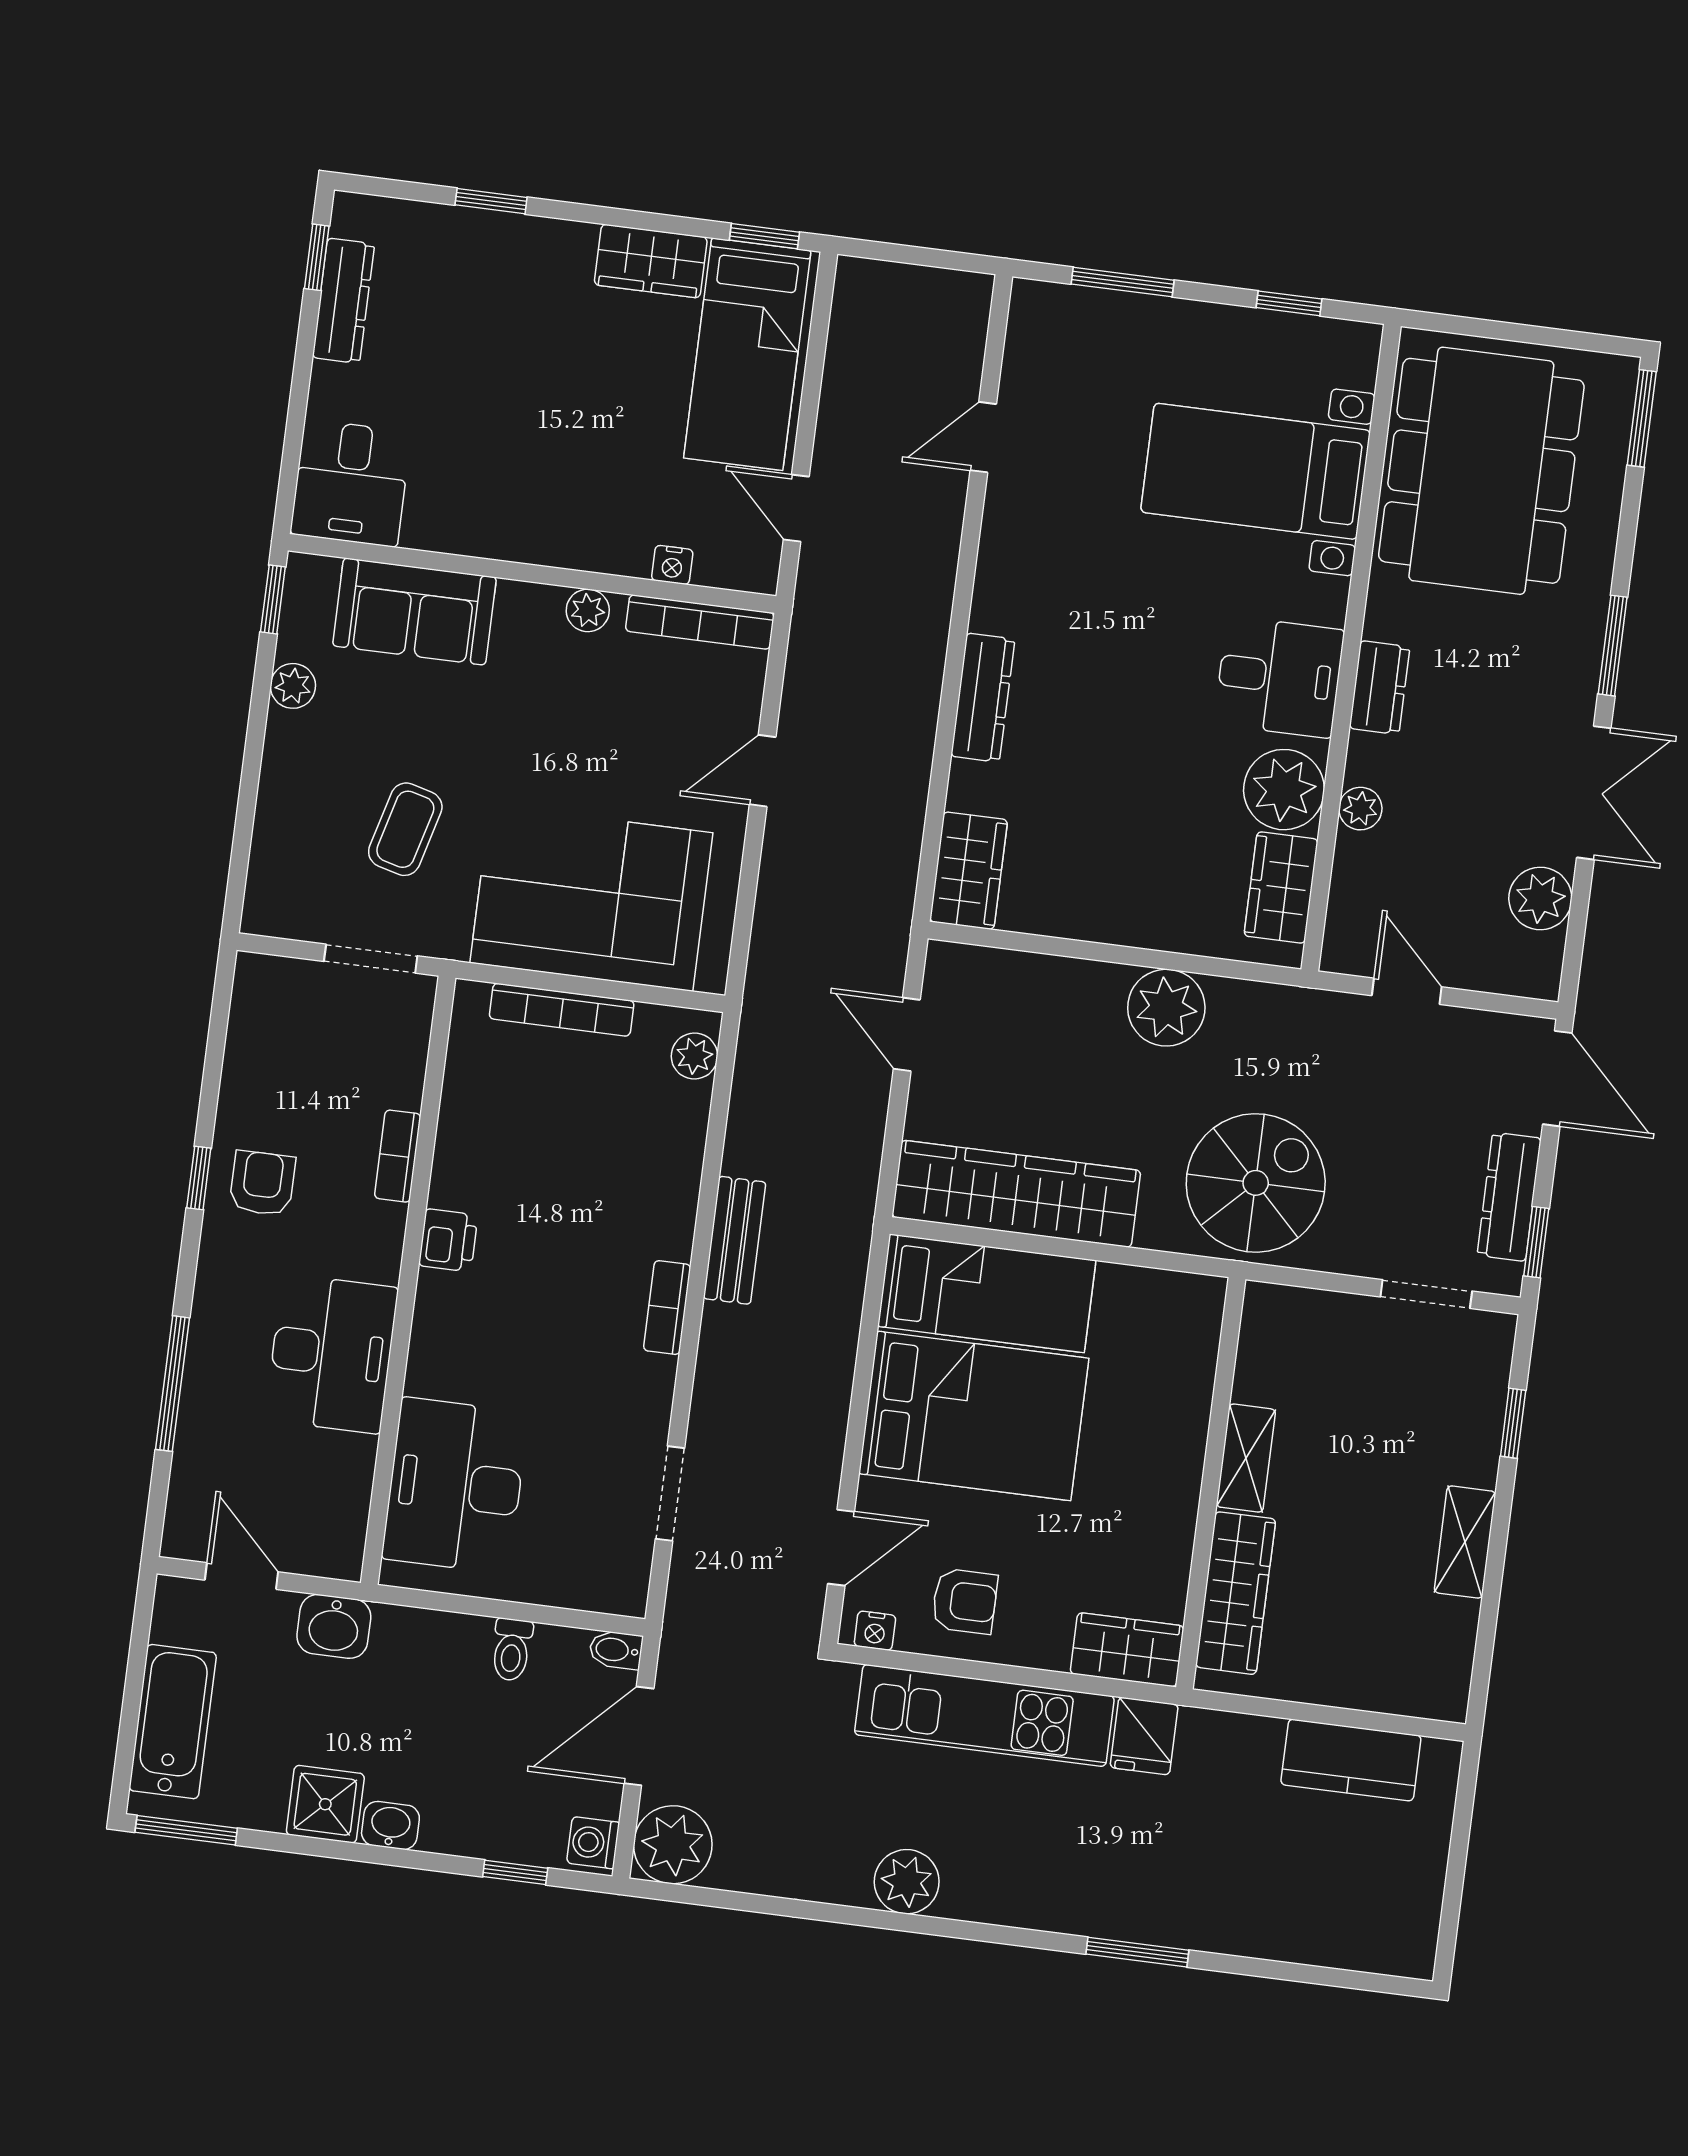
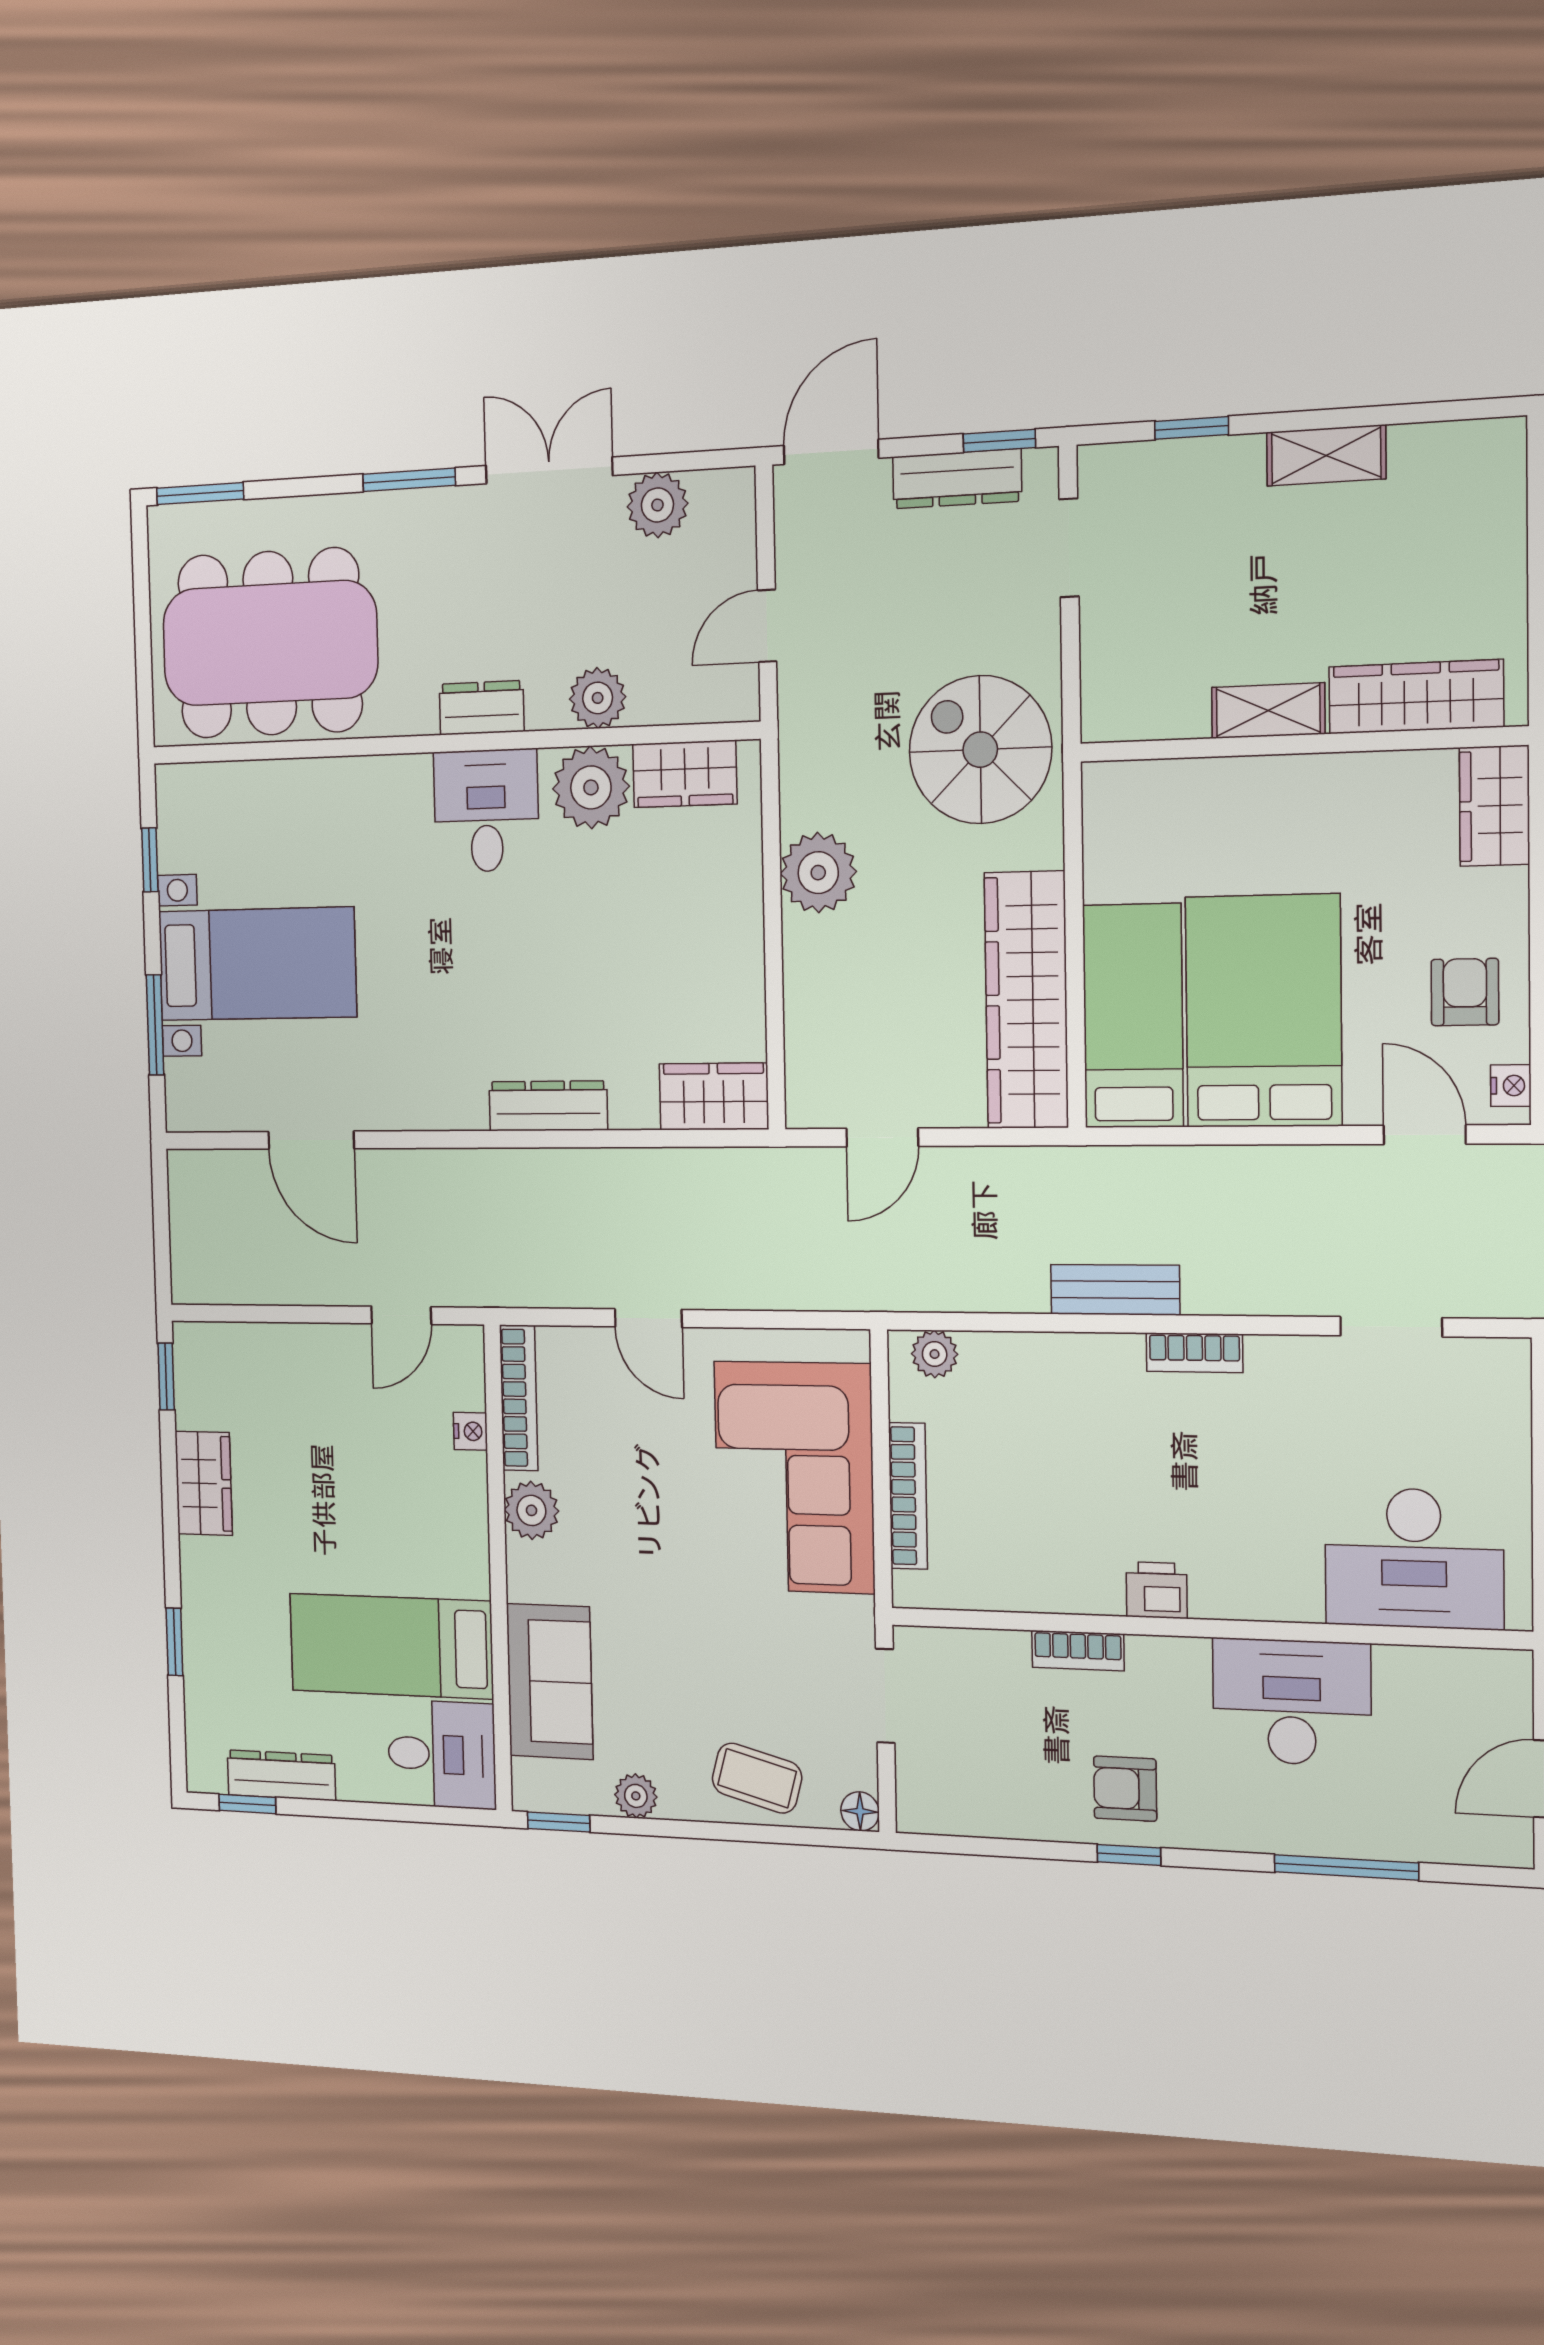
bed: (747, 354) -> (391, 1646), moved, turned 180
door: (983, 437) -> (311, 1140), width x1.38
bed with nightstands: (1256, 471) -> (257, 964), moved, turned -90
plant: (588, 610) -> (531, 1510), width x1.38, depth x1.38
plant: (1360, 809) -> (598, 698), width x1.38, depth x1.38
coffee table: (405, 829) -> (757, 1778), moved
floor lamp: (260, 917) -> (860, 1811), added

